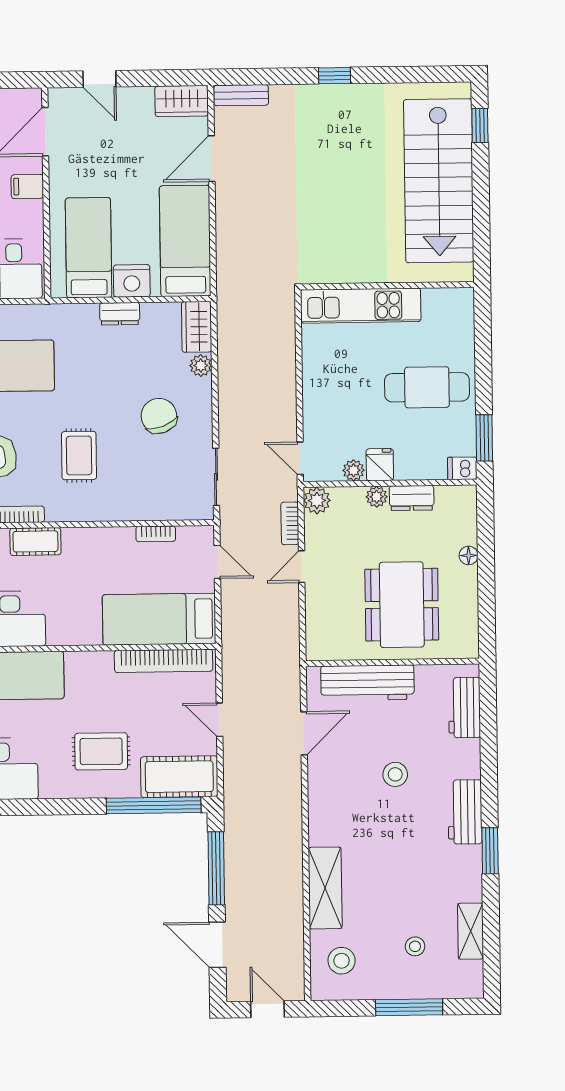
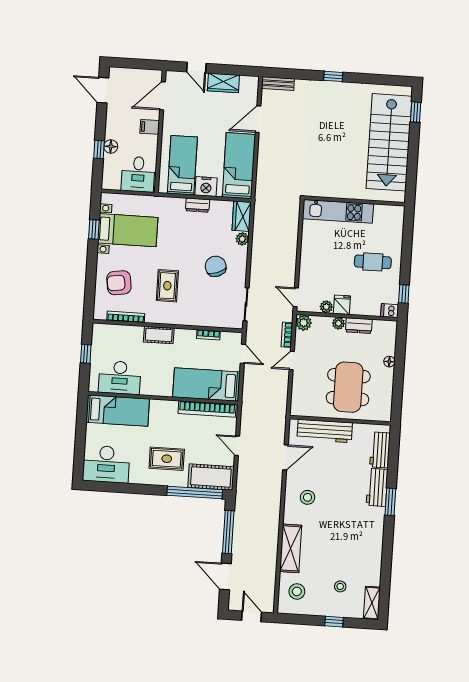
wardrobe: (182, 101) -> (223, 83), moved
cafe table: (427, 387) -> (373, 262), width x0.73, depth x0.74
window: (484, 438) -> (404, 294), width x0.67
cot: (35, 541) -> (159, 335), moved
stool: (395, 774) -> (307, 497), moved
workbench: (465, 812) -> (377, 487), moved
window: (490, 851) -> (390, 502), moved
shelving: (471, 931) -> (372, 603), moved
window: (409, 1007) -> (334, 622), width x0.46

